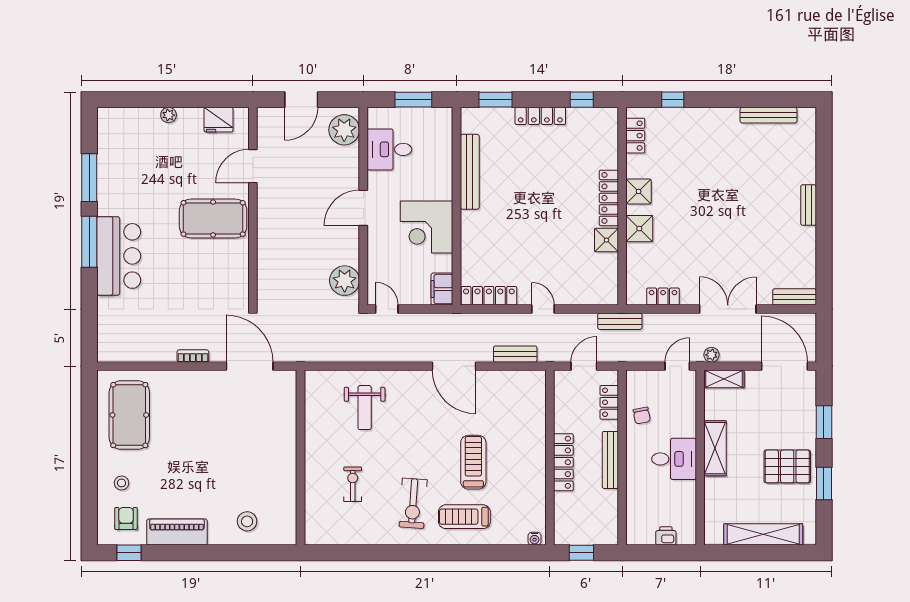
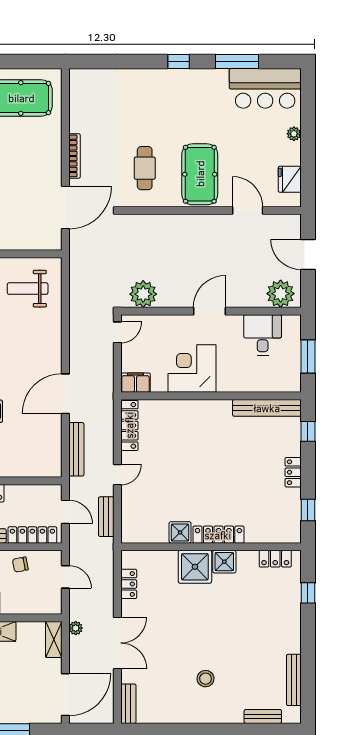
window: (495, 100) -> (308, 431), width x0.67
locker: (540, 116) -> (293, 472), width x0.66
bench: (470, 172) -> (267, 408), moved
bench: (809, 205) -> (263, 716), moved
door: (363, 208) -> (209, 311), hinge flipped
stool: (767, 212) -> (206, 679), added
shower: (639, 229) -> (195, 567), width x1.36, depth x1.36
window: (89, 242) -> (179, 61), width x0.46
bar counter: (119, 256) -> (265, 88), moved
cafe table: (206, 279) -> (145, 168), added
bench: (620, 321) -> (106, 517), moved
bench: (515, 354) -> (76, 449), width x1.36
bookcase: (193, 356) -> (75, 156), width x1.56
door: (677, 366) -> (65, 577), moved
locker: (609, 402) -> (32, 535), width x1.53
weight bench: (365, 408) -> (28, 289), moved

